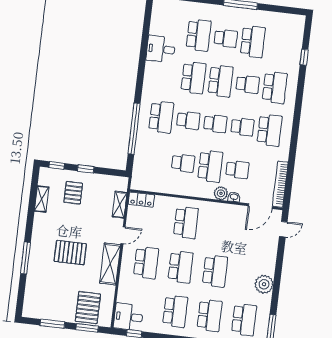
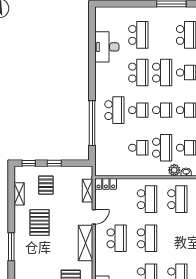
school desk: (226, 38) -> (162, 35), removed
desk: (161, 49) -> (107, 47), width x1.37
pallet: (70, 253) -> (40, 223), moved, turned 90
school desk: (215, 271) -> (177, 199), moved

